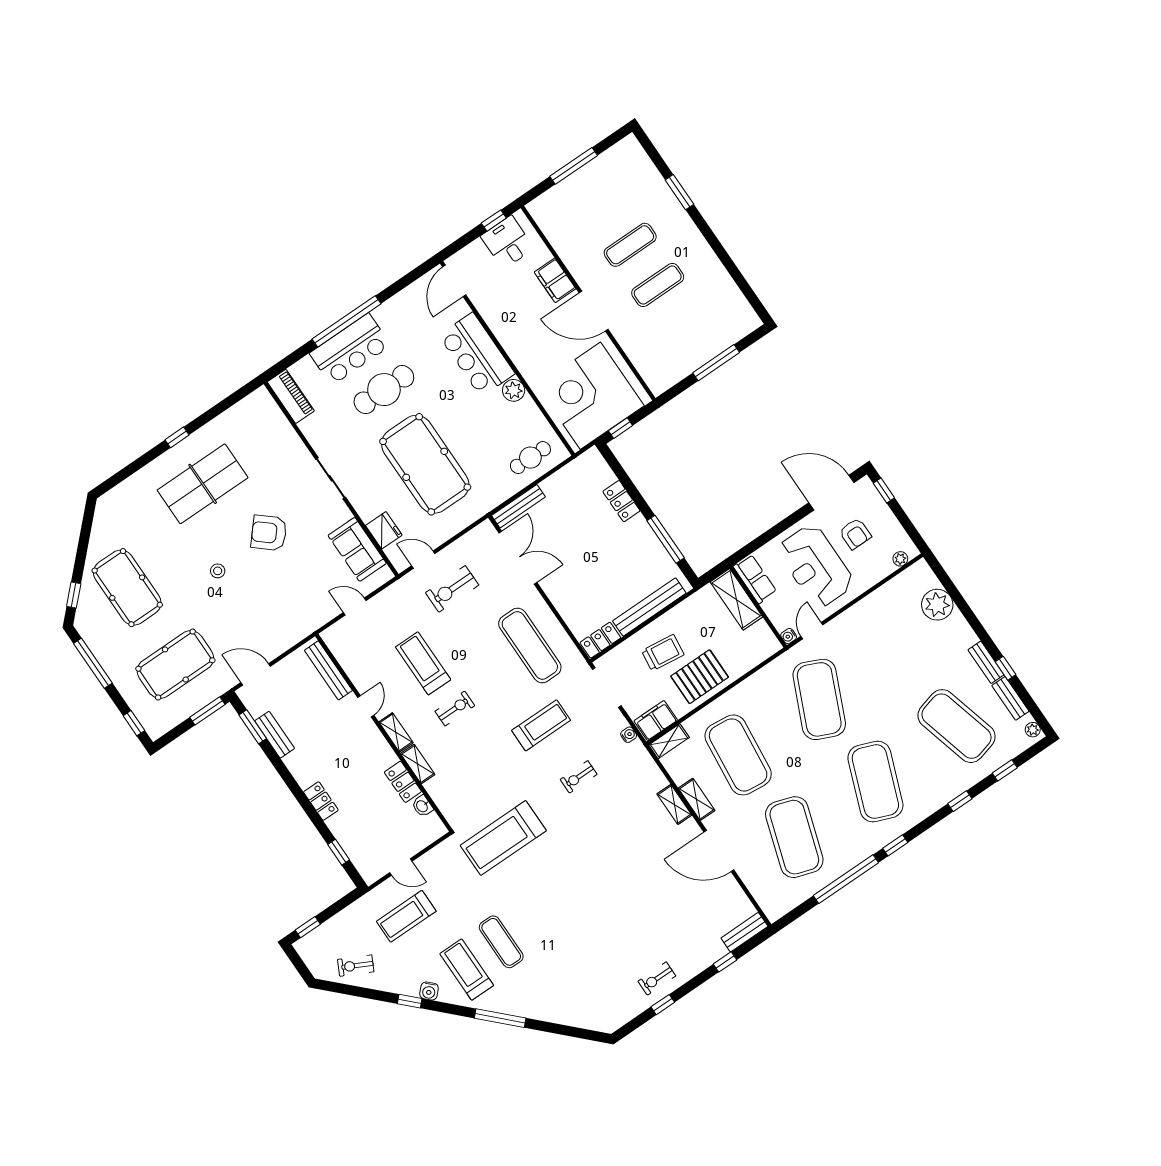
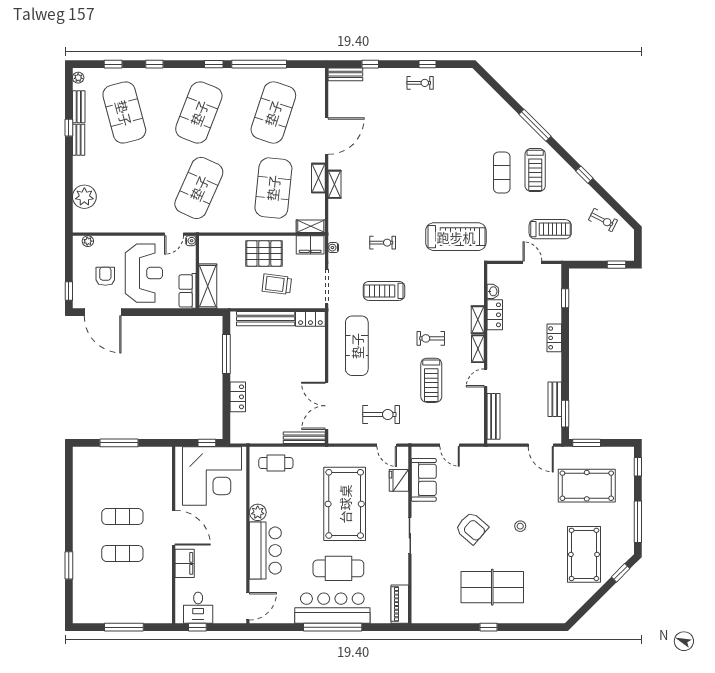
bar counter: (350, 349) -> (332, 608), width x1.36
door: (719, 851) -> (327, 136), hinge flipped
water cooler: (429, 991) -> (568, 173), removed

